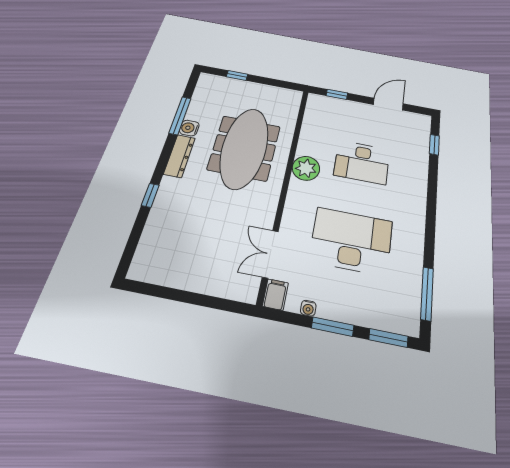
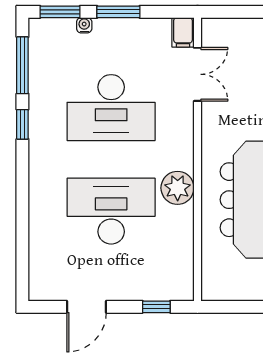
window: (434, 145) -> (22, 124), moved
desk: (362, 162) -> (111, 211), width x1.36, depth x1.30
water cooler: (308, 308) -> (84, 25), moved

